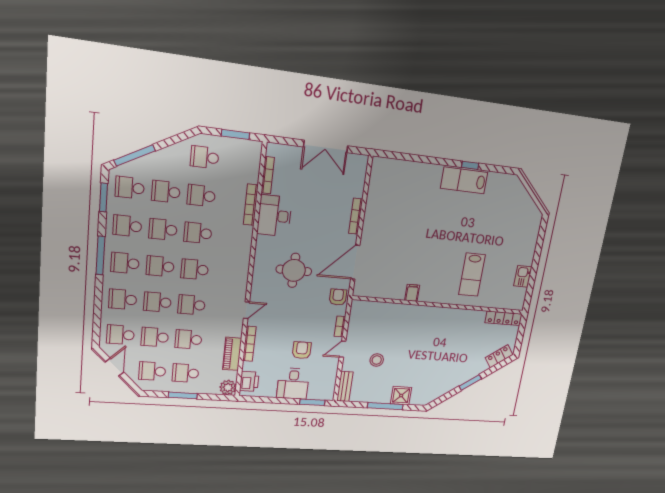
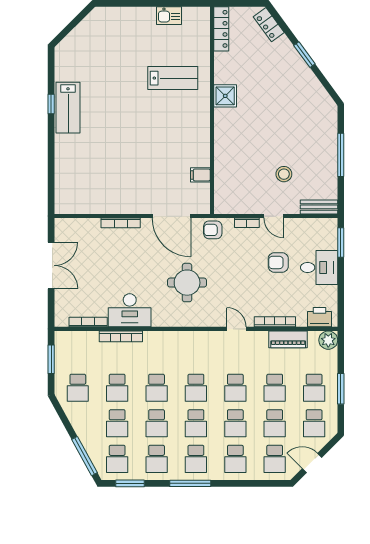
filing cabinet: (412, 293) -> (200, 175), moved
shower: (401, 396) -> (225, 96), moved

